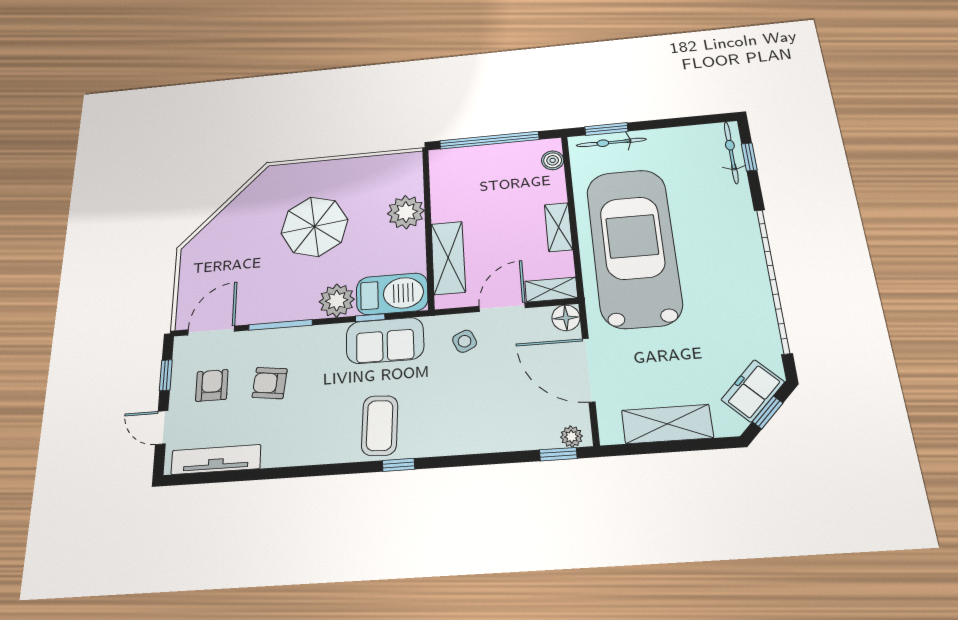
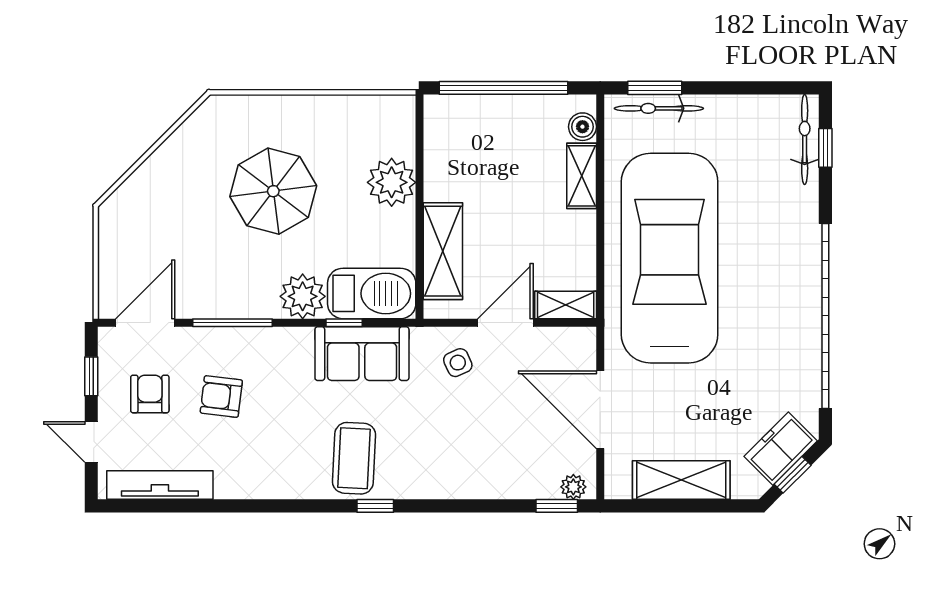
shelving: (558, 227) -> (582, 176), moved
floor lamp: (566, 318) -> (580, 343), removed

